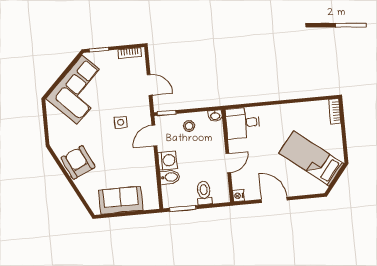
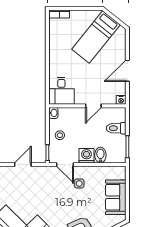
side table: (121, 122) -> (79, 184), moved
door: (228, 163) -> (93, 106), swing flipped

